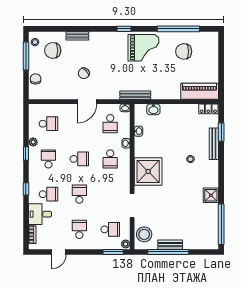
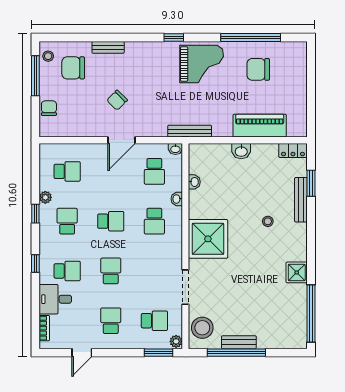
piano: (200, 91) -> (260, 126), moved
washbasin: (153, 109) -> (241, 151), moved

